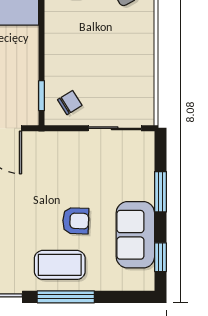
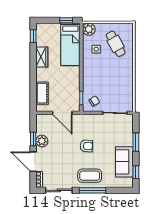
armchair: (76, 221) -> (86, 146), moved

